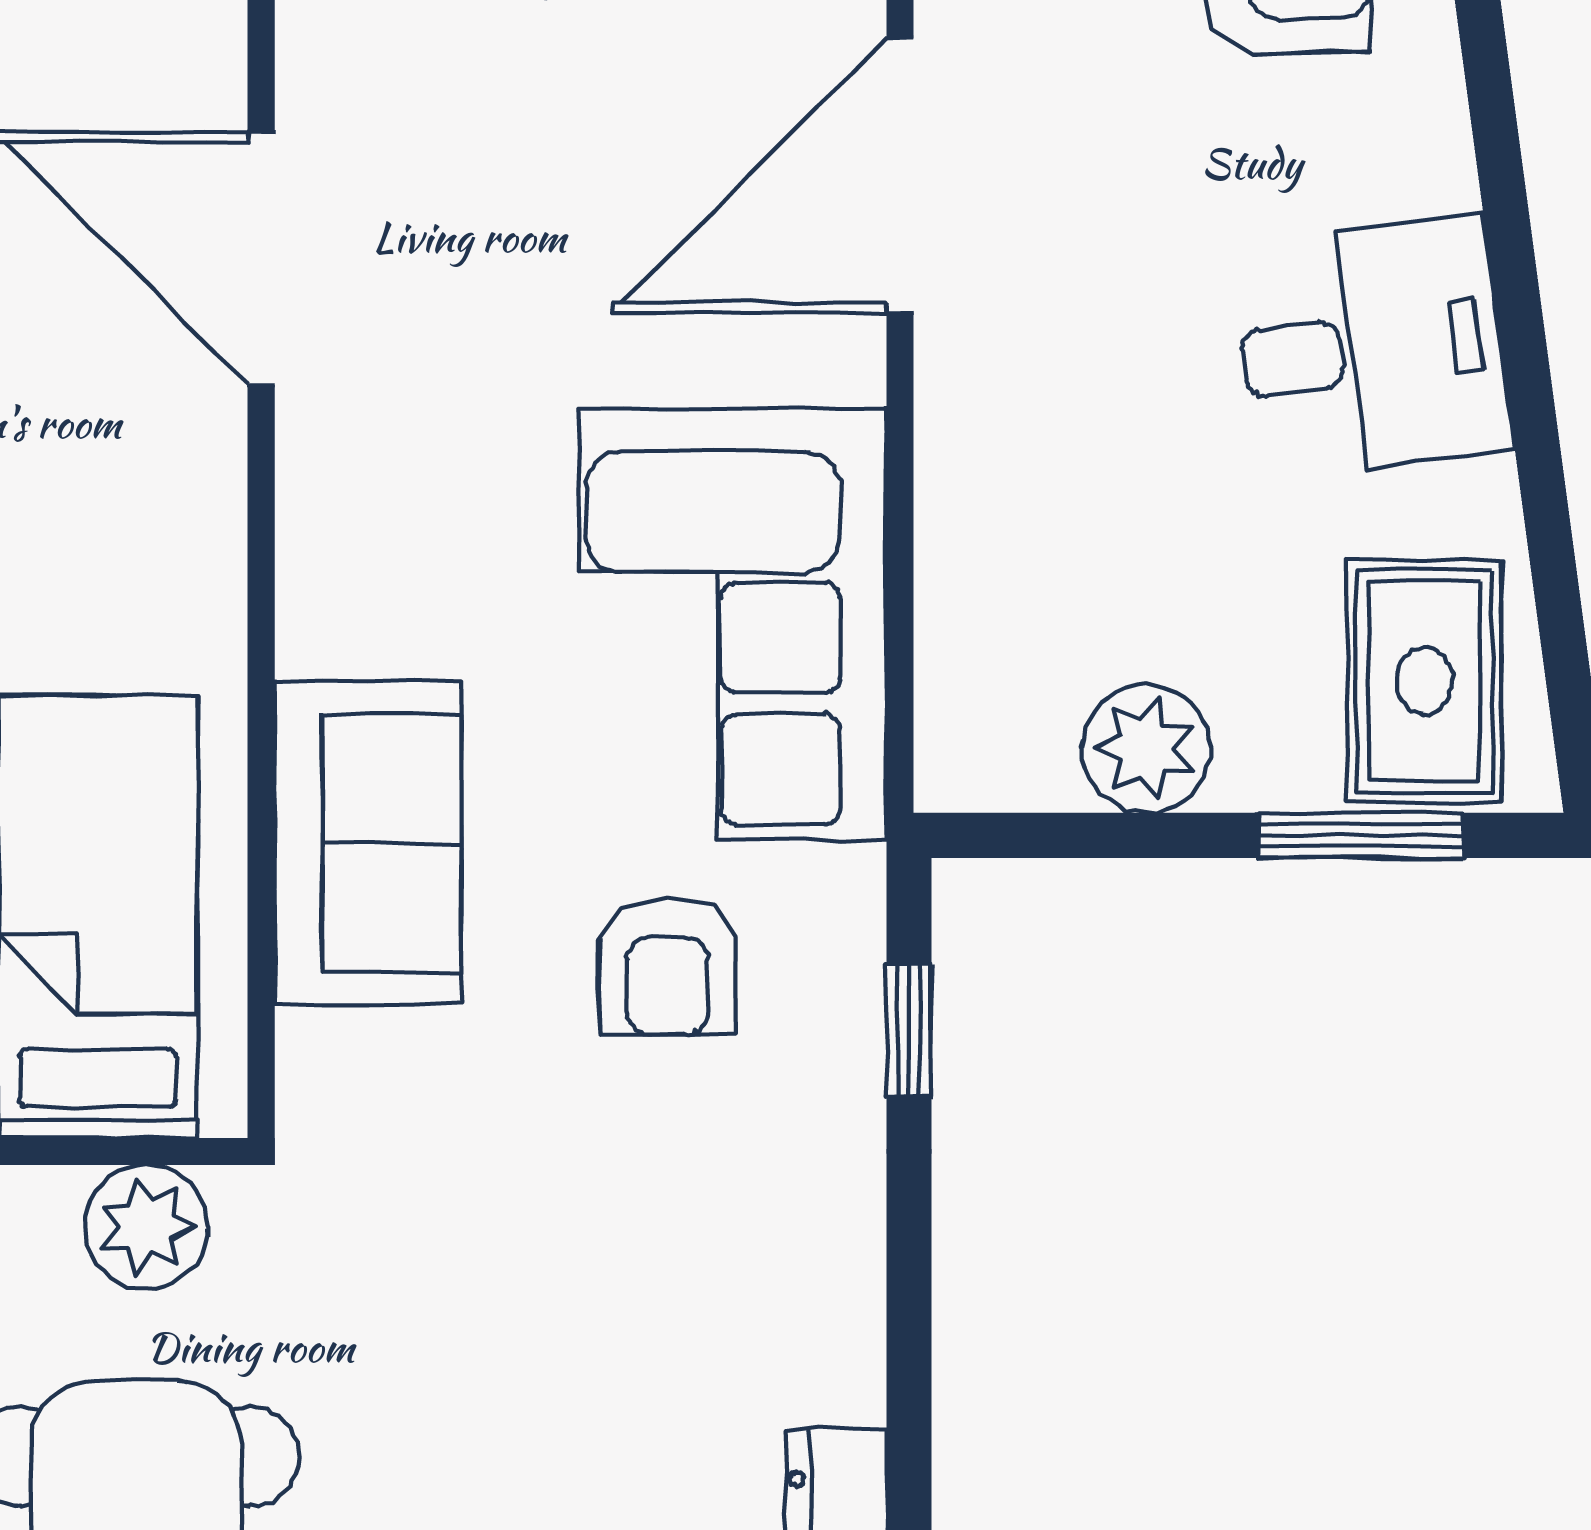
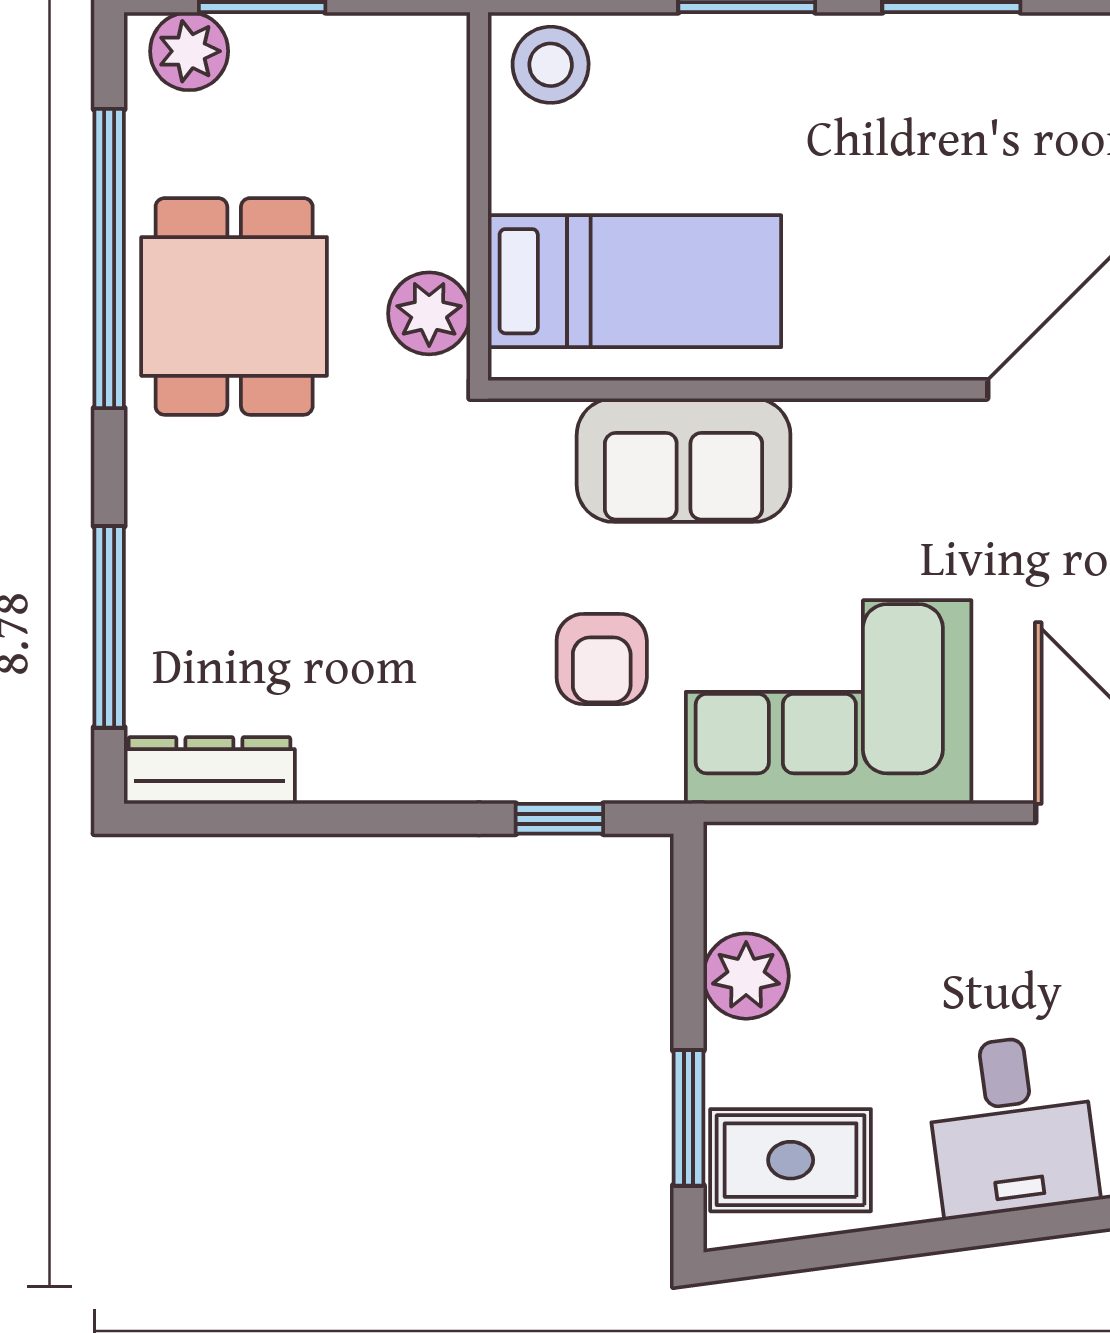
armchair: (668, 966) -> (602, 659), turned -90

